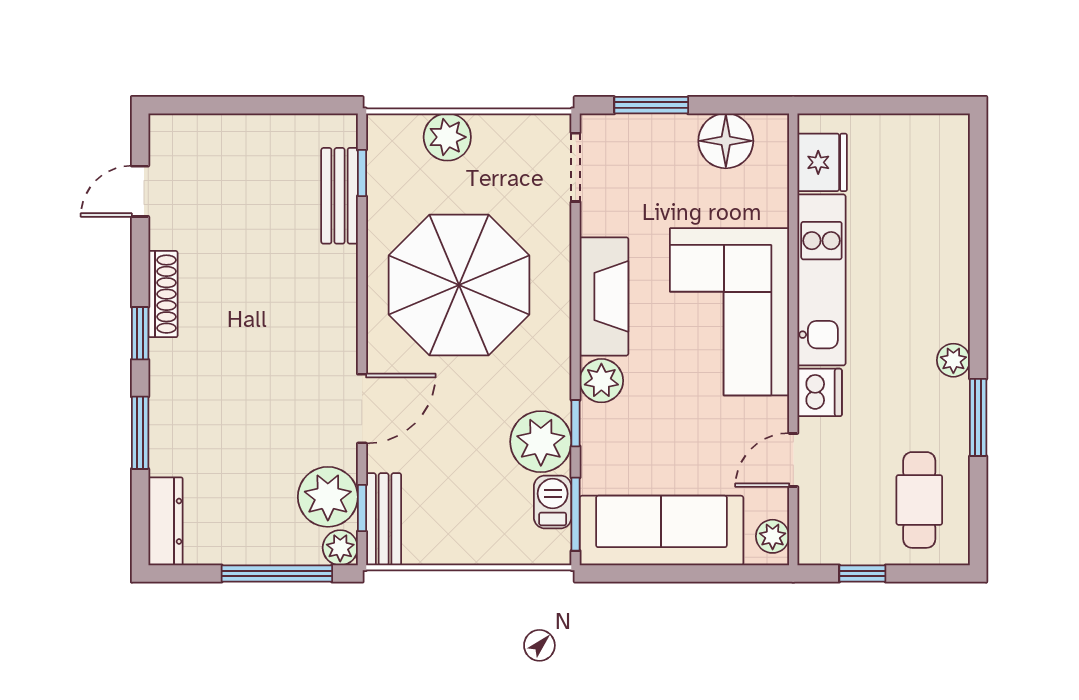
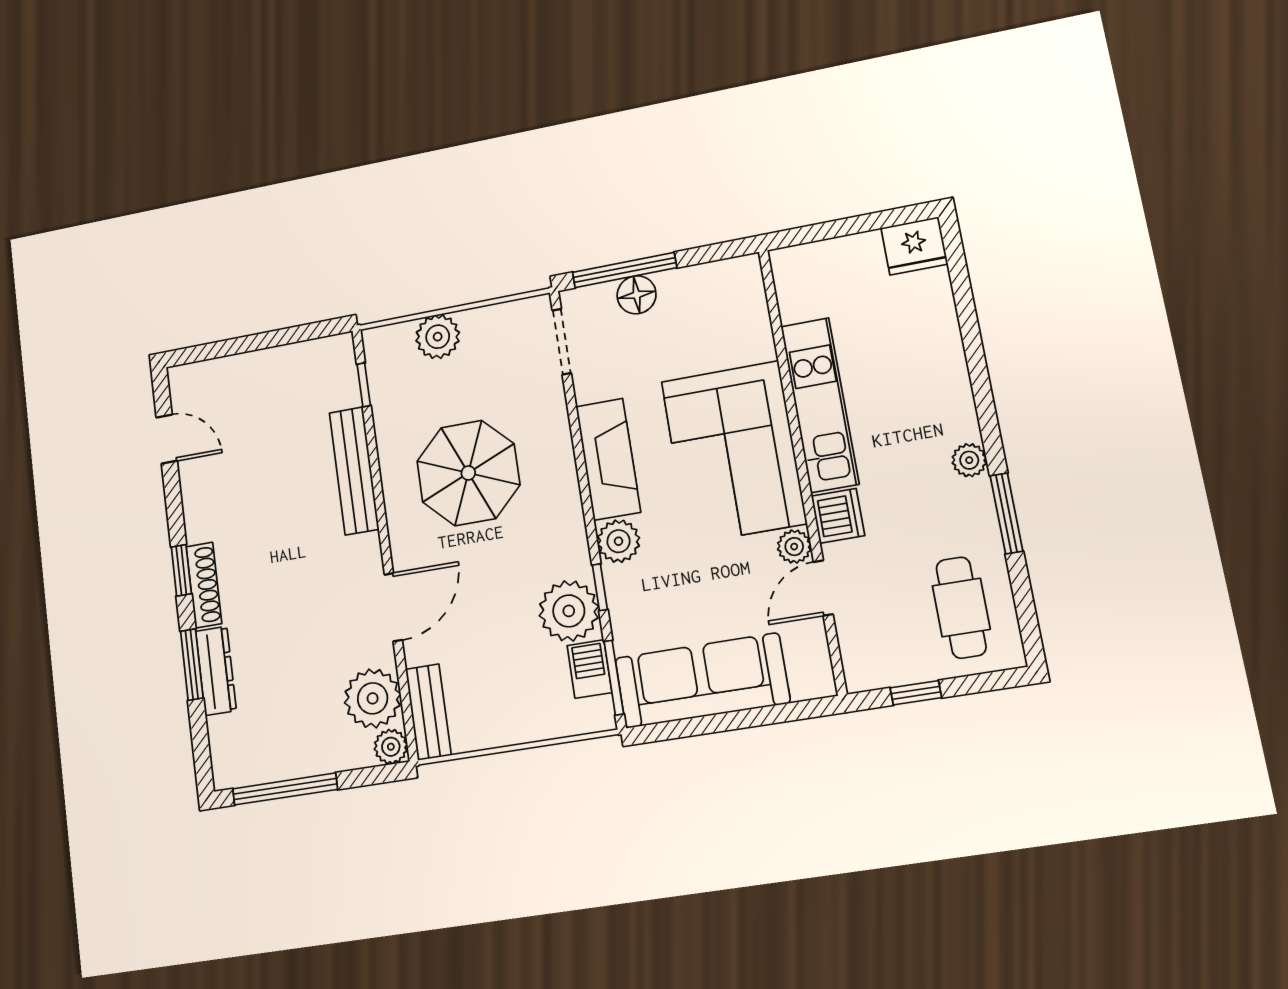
window: (651, 105) -> (624, 270), width x1.44
floor lamp: (726, 141) -> (637, 295), moved, width x0.73, depth x0.73
fridge: (822, 162) -> (914, 246), moved, turned 90
door: (140, 191) -> (167, 439), swing flipped
bench: (340, 196) -> (354, 471), moved, width x1.36
parasol: (459, 285) -> (468, 473), width x0.73, depth x0.73
shoe rack: (163, 294) -> (204, 585), moved
window: (362, 508) -> (406, 704), removed
dresser: (166, 521) -> (216, 671), moved
plant: (773, 536) -> (794, 547), moved
window: (277, 573) -> (285, 789), moved

